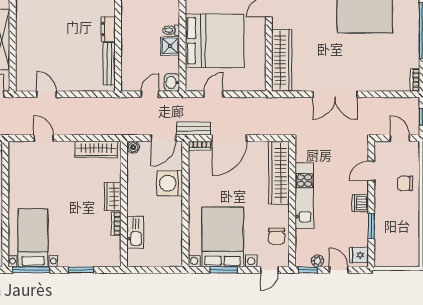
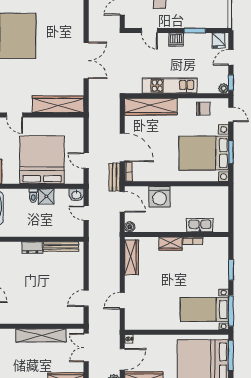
plant: (317, 261) -> (223, 88), moved

